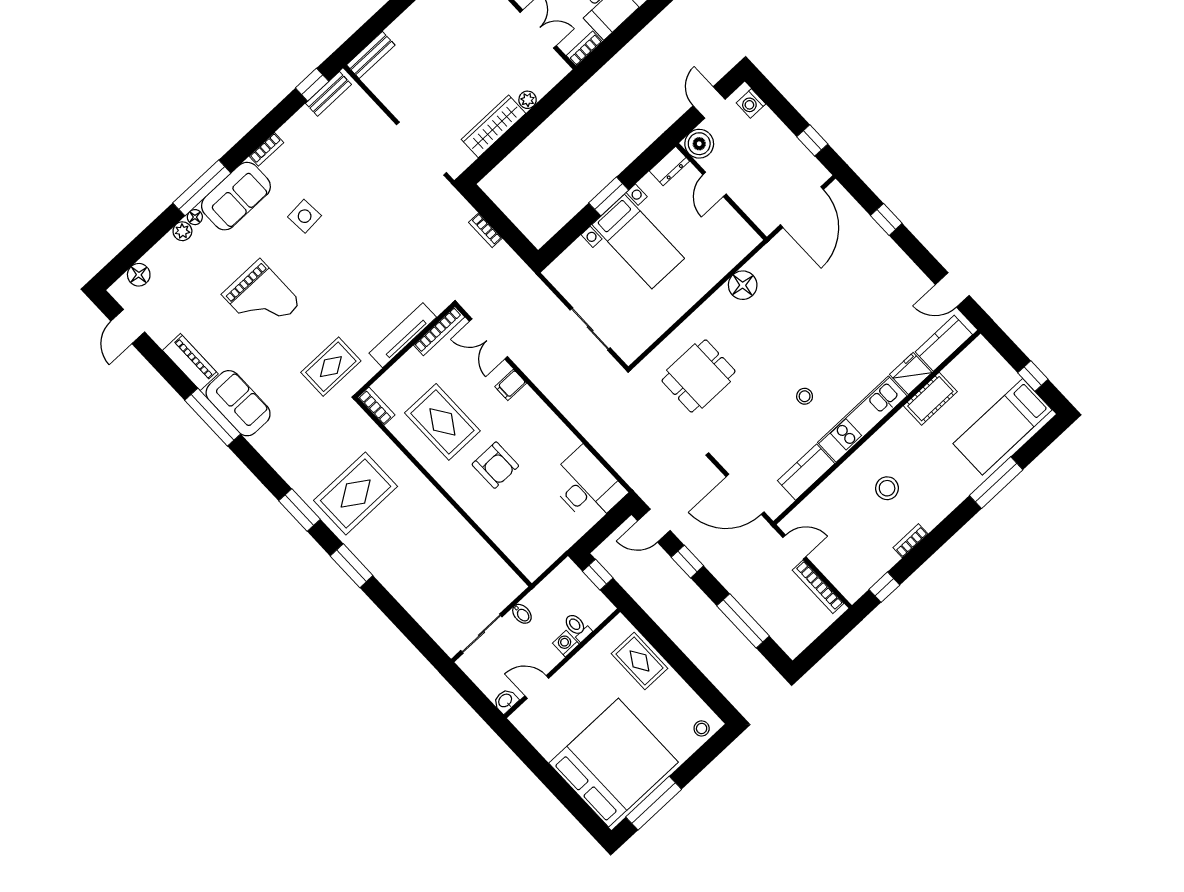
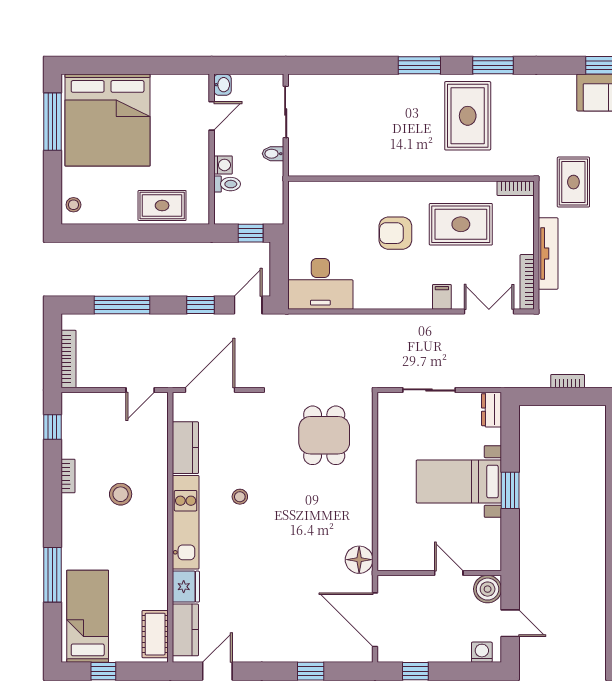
dresser: (669, 166) -> (492, 410), moved
floor lamp: (743, 285) -> (359, 560), moved
cot: (930, 399) -> (155, 634), moved
bookcase: (818, 587) -> (69, 359), moved, turned 90

